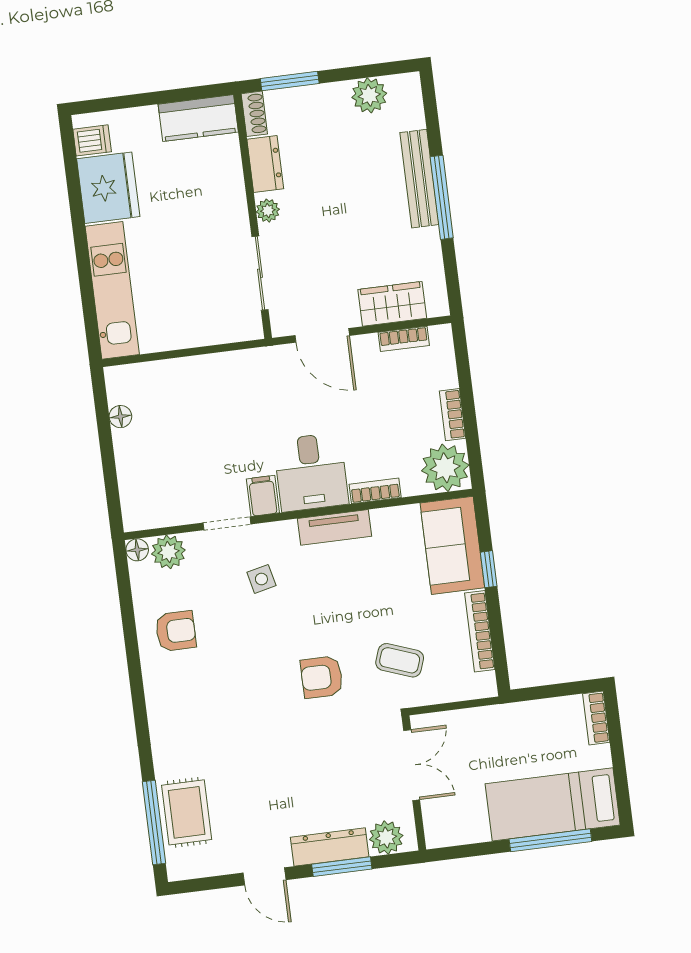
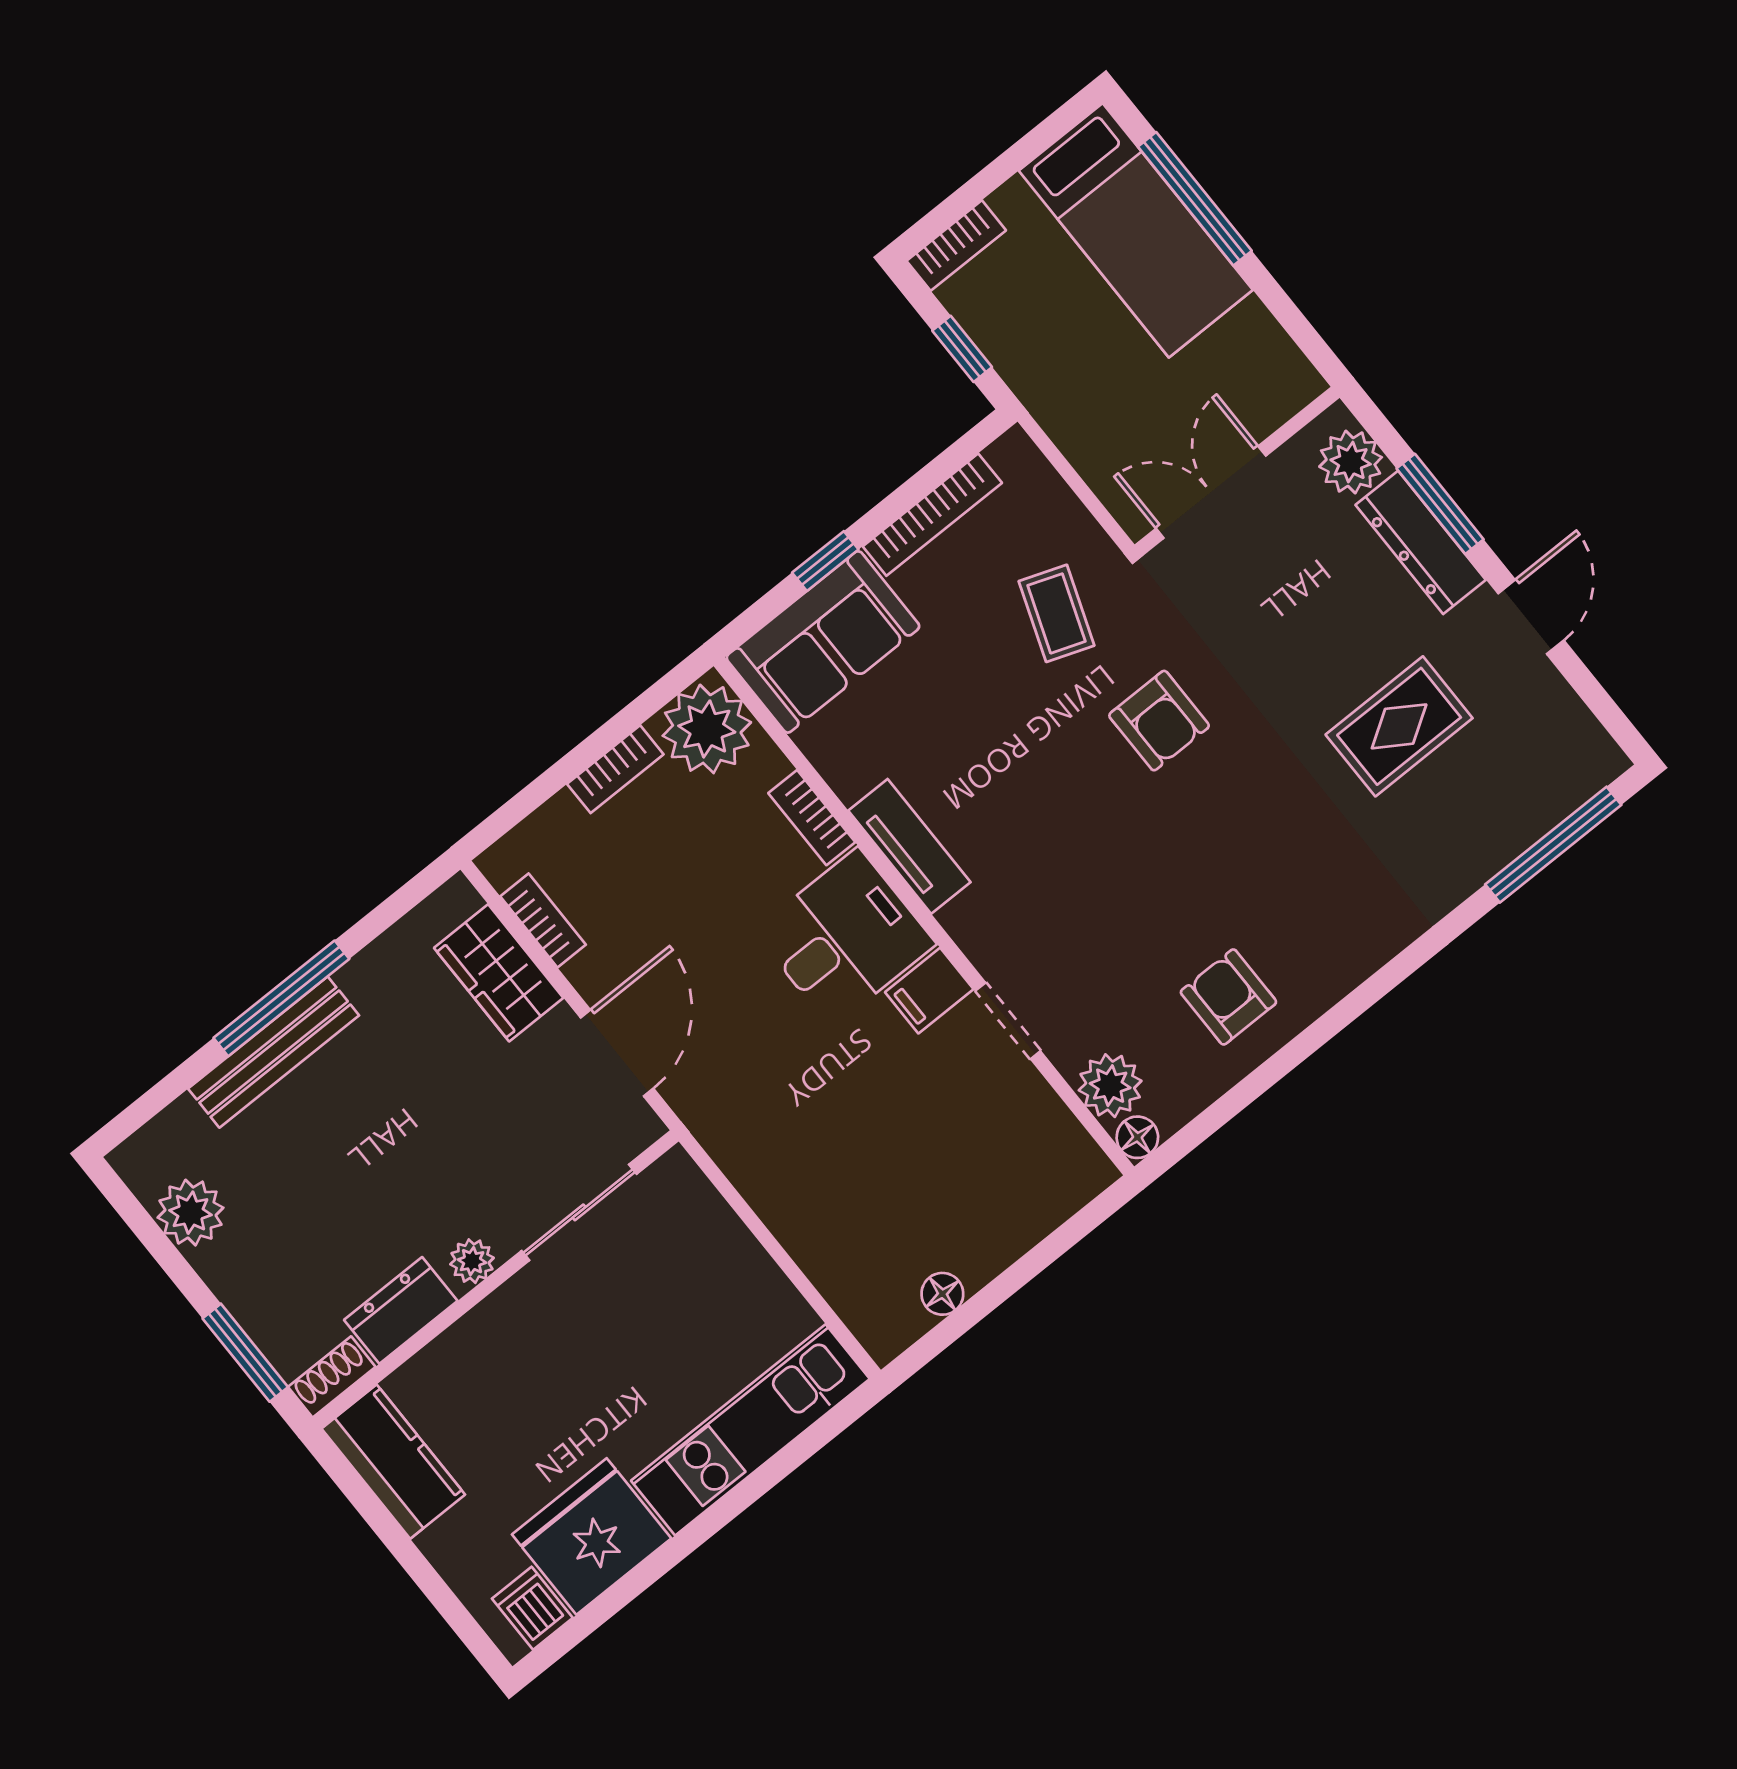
side table: (261, 579) -> (1062, 912), removed
window: (547, 692) -> (962, 349), added
rug: (187, 812) -> (1399, 726), moved

